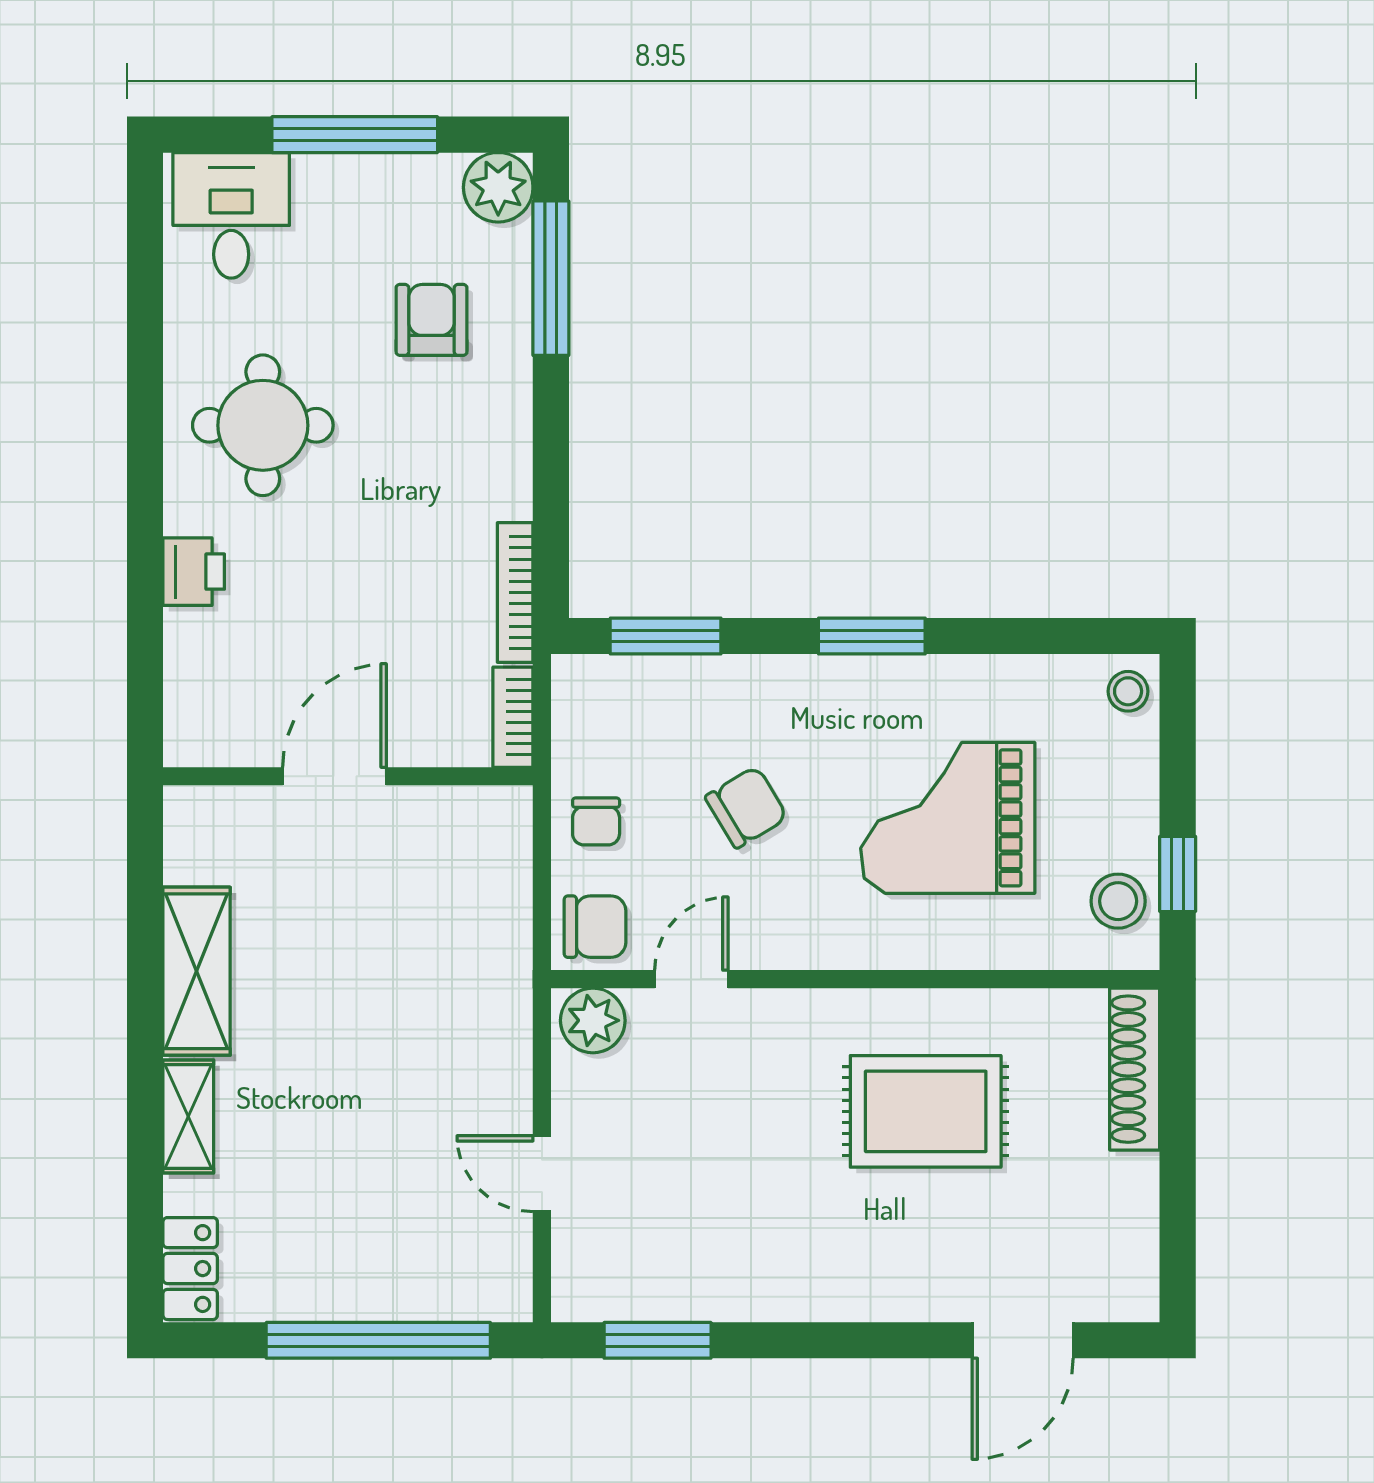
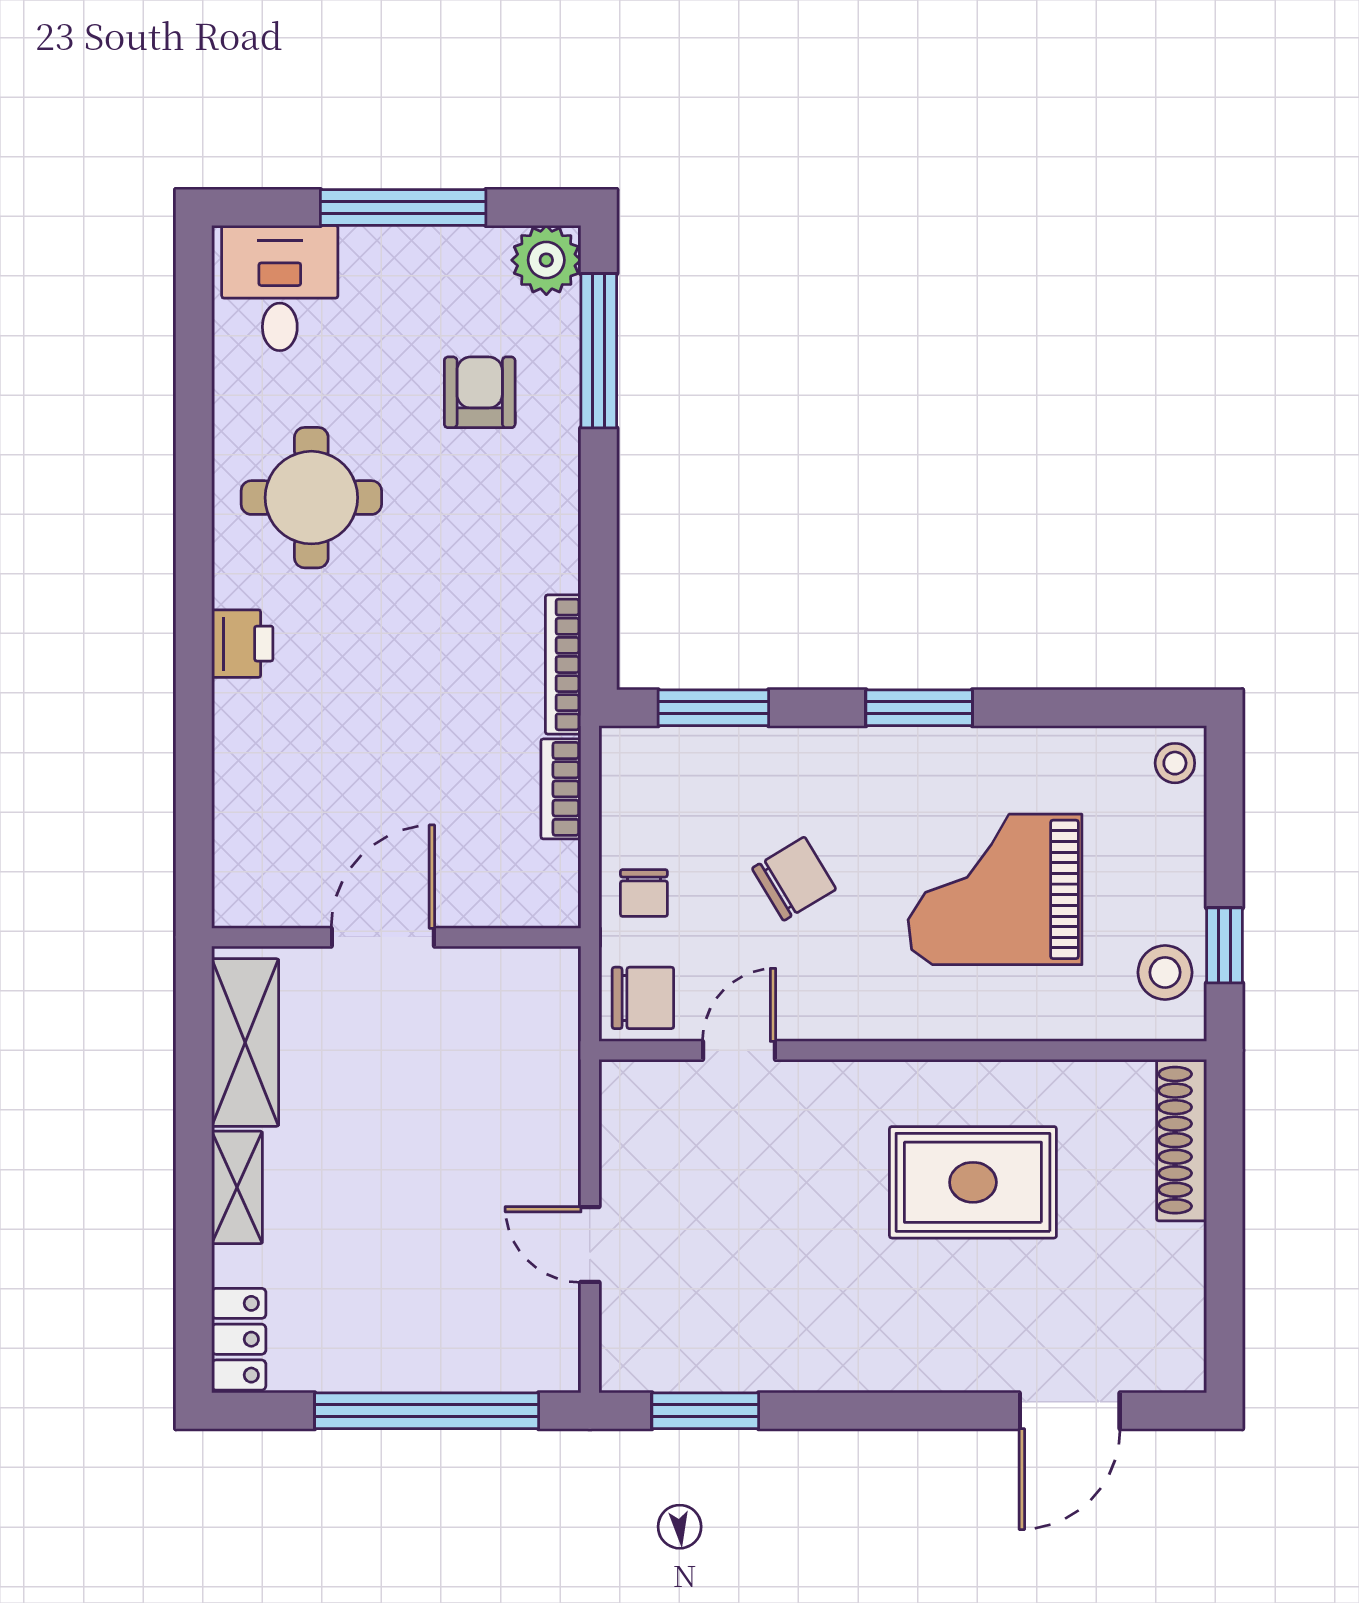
door: (334, 776) -> (383, 937), moved
wall: (348, 776) -> (396, 937), moved
plant: (593, 1020) -> (641, 1092), removed

